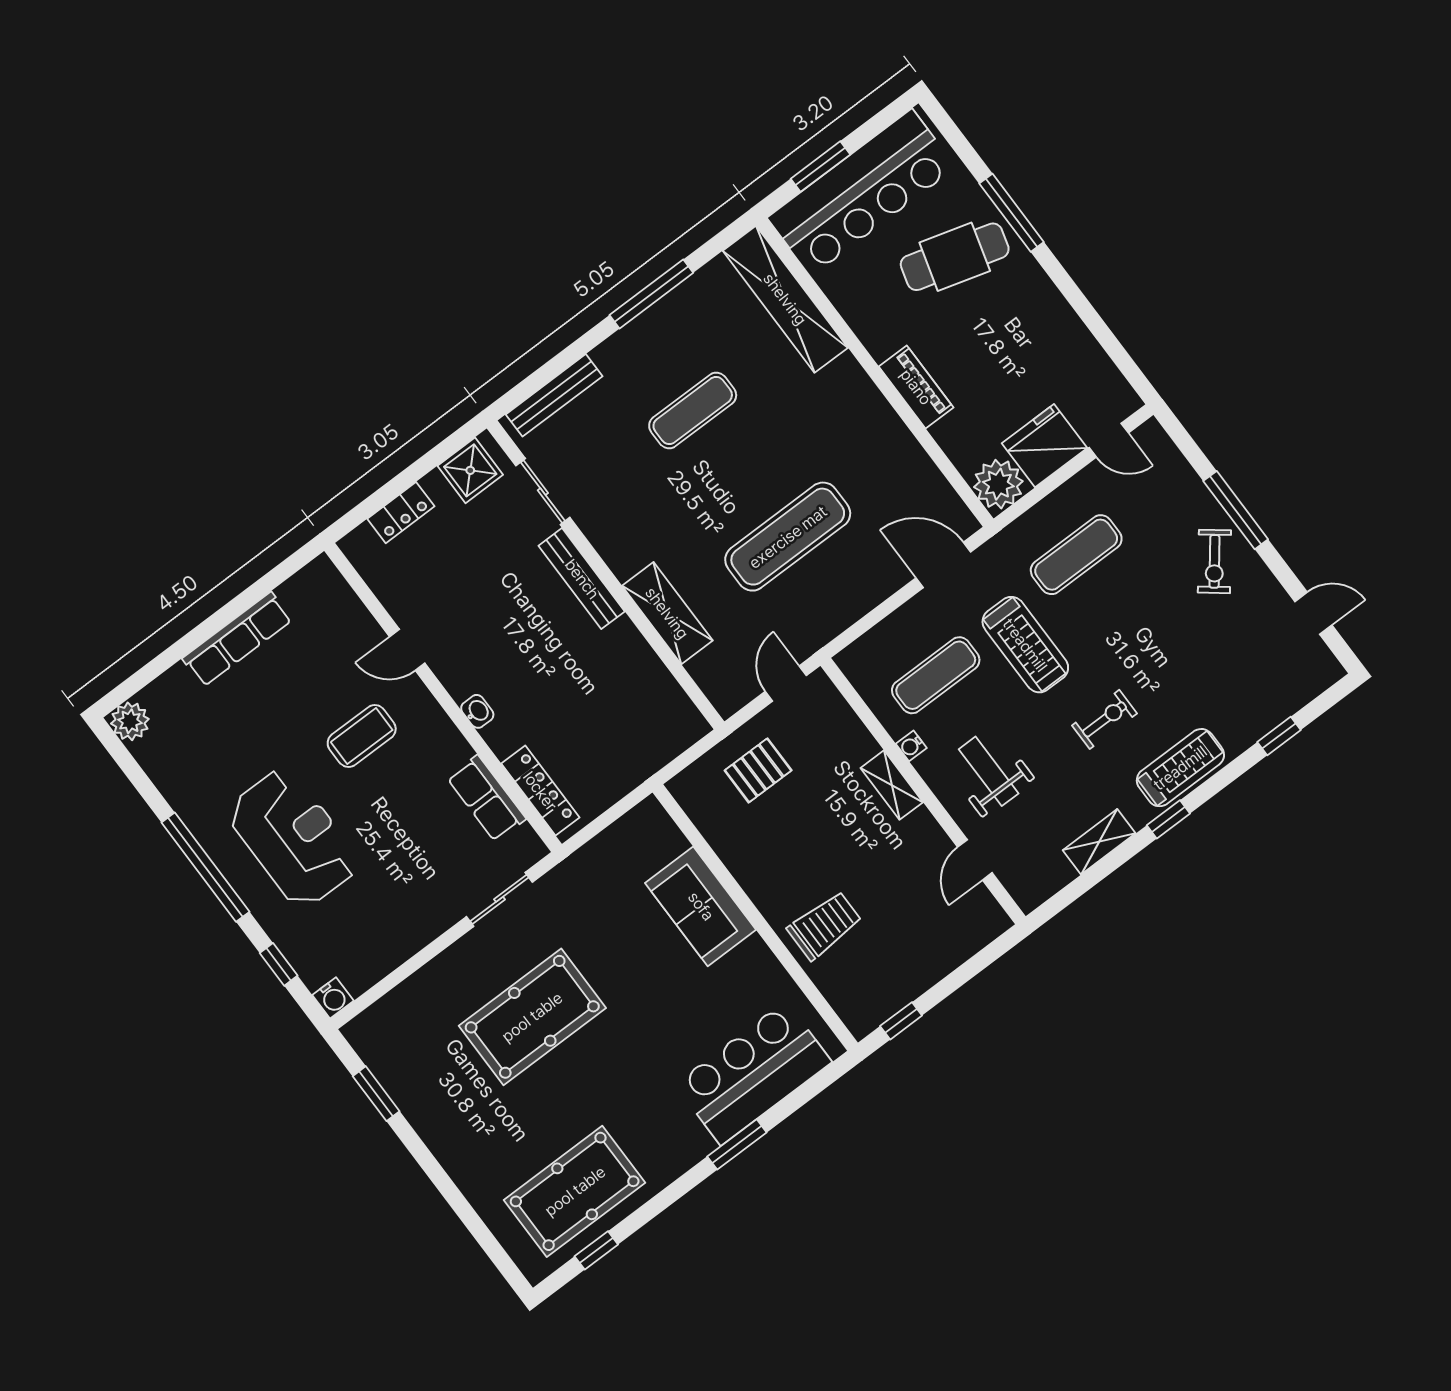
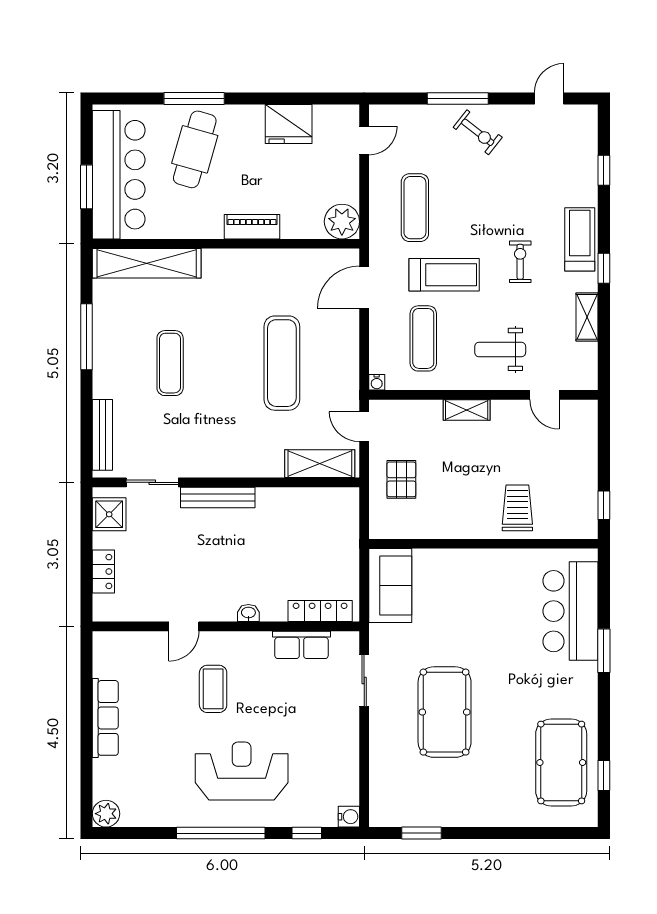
fridge: (1045, 446) -> (289, 124), moved, turned -90
shelving: (667, 613) -> (320, 464), moved
water cooler: (911, 746) -> (377, 382), moved
sofa: (701, 906) -> (390, 586), moved, turned -90

